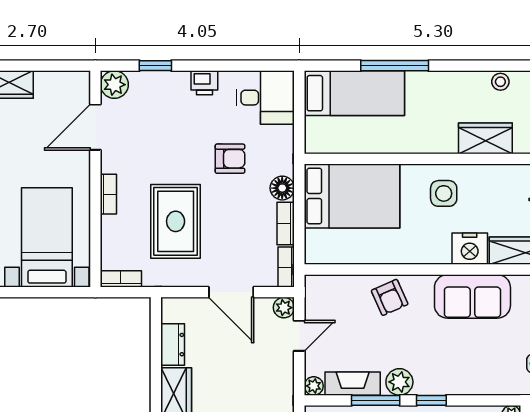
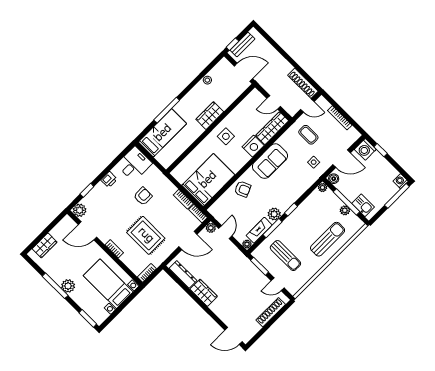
door: (95, 127) -> (88, 231), hinge flipped
wardrobe: (485, 138) -> (210, 116), moved
floor lamp: (282, 188) -> (170, 189), removed
bed: (352, 196) -> (208, 180), moved
dresser: (173, 345) -> (183, 274), width x1.44

